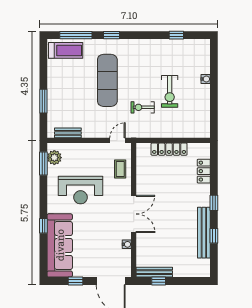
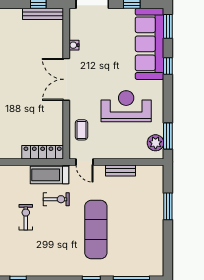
treadmill: (66, 50) -> (50, 175), moved
exercise bike: (170, 91) -> (26, 217), width x0.73, depth x0.72
bench: (68, 133) -> (120, 170), moved
door: (118, 140) -> (84, 162), hinge flipped
locker: (169, 149) -> (43, 152), moved
window: (43, 261) -> (168, 26), added

